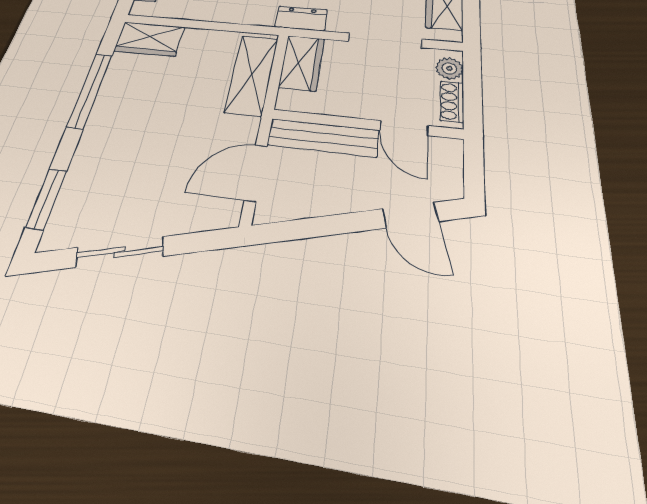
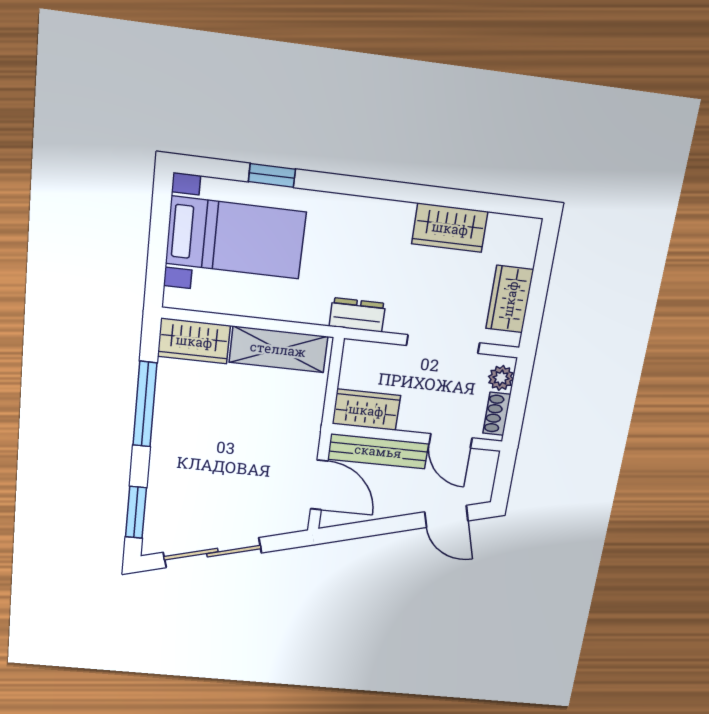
wardrobe: (302, 63) -> (366, 410), moved, turned -90
shelving: (252, 75) -> (278, 349), moved, turned 90
door: (256, 173) -> (319, 485), swing flipped
sliding door: (120, 252) -> (212, 553), width x1.37

